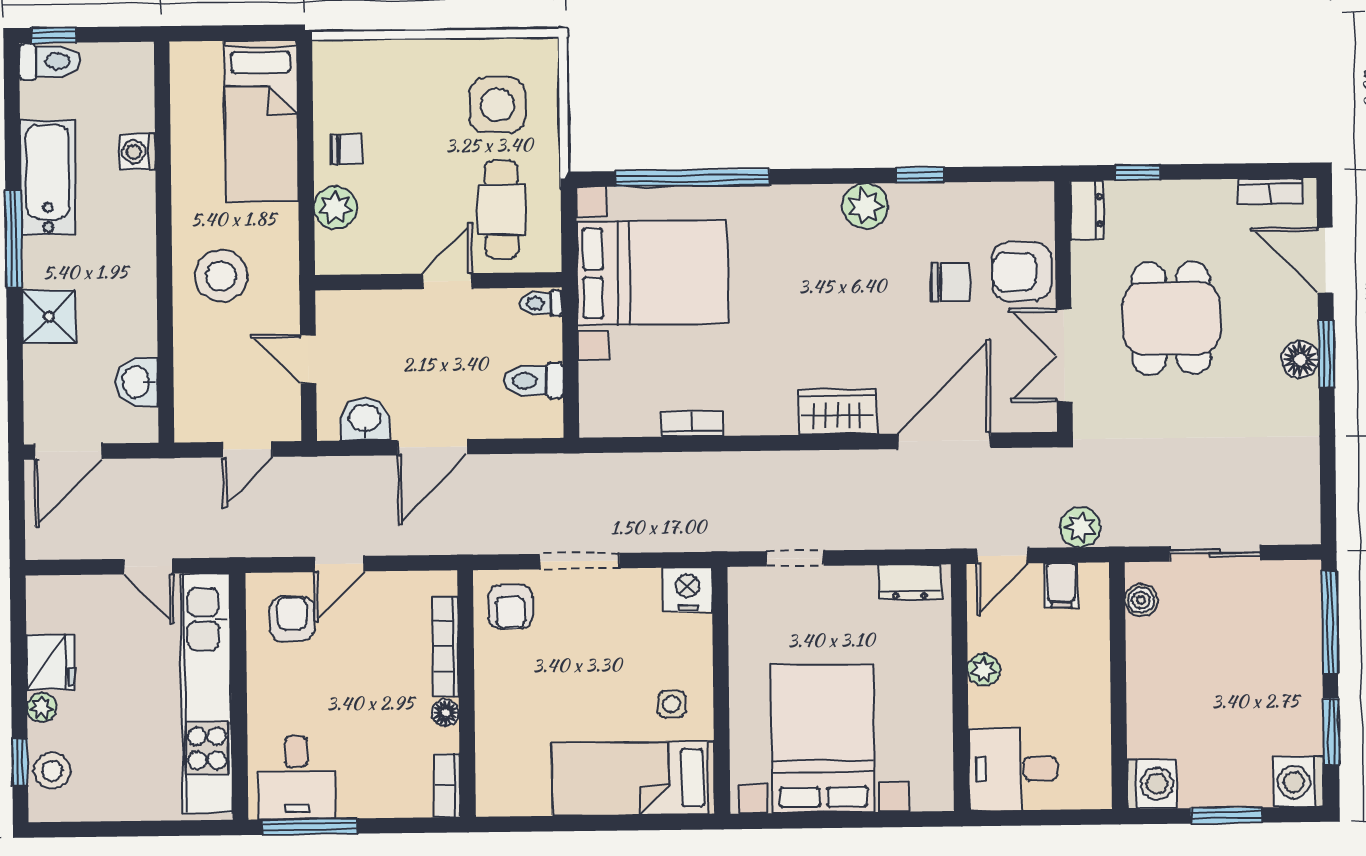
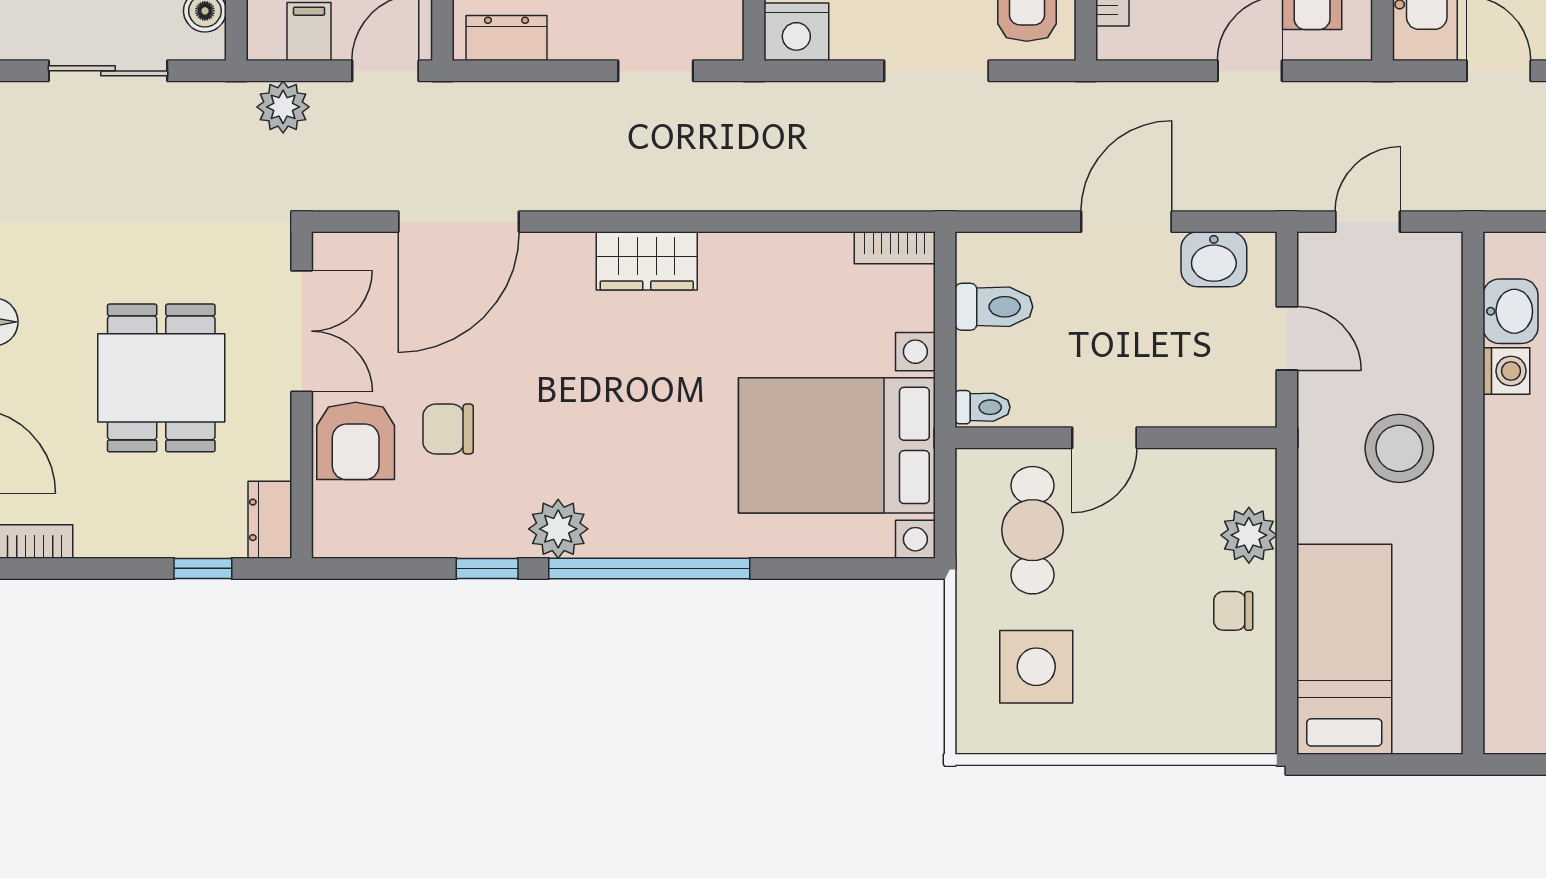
washing machine: (137, 152) -> (1506, 371), moved
window: (692, 178) -> (649, 568), moved
armchair: (1022, 272) -> (356, 441), turned 90
wardrobe: (837, 412) -> (647, 261), moved
bookcase: (692, 424) -> (895, 248), moved

